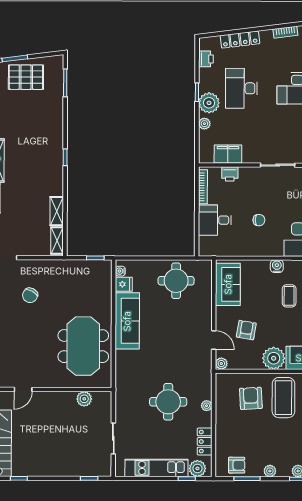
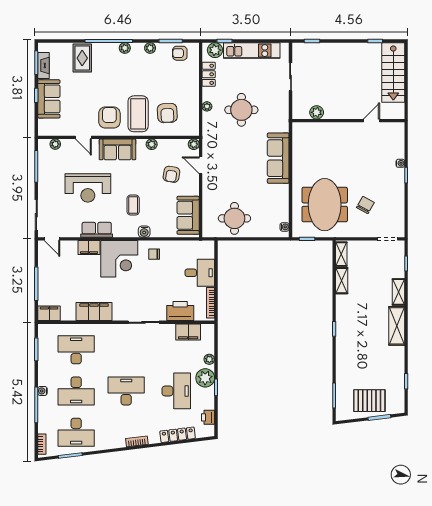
printer: (230, 174) -> (180, 311), width x1.87, depth x1.48
chair: (259, 220) -> (154, 254), moved
fridge: (124, 284) -> (281, 215), removed
sofa: (127, 321) -> (278, 158), moved
meeting table: (83, 346) -> (325, 205), moved
plant: (274, 358) -> (152, 144), width x0.53, depth x0.53

